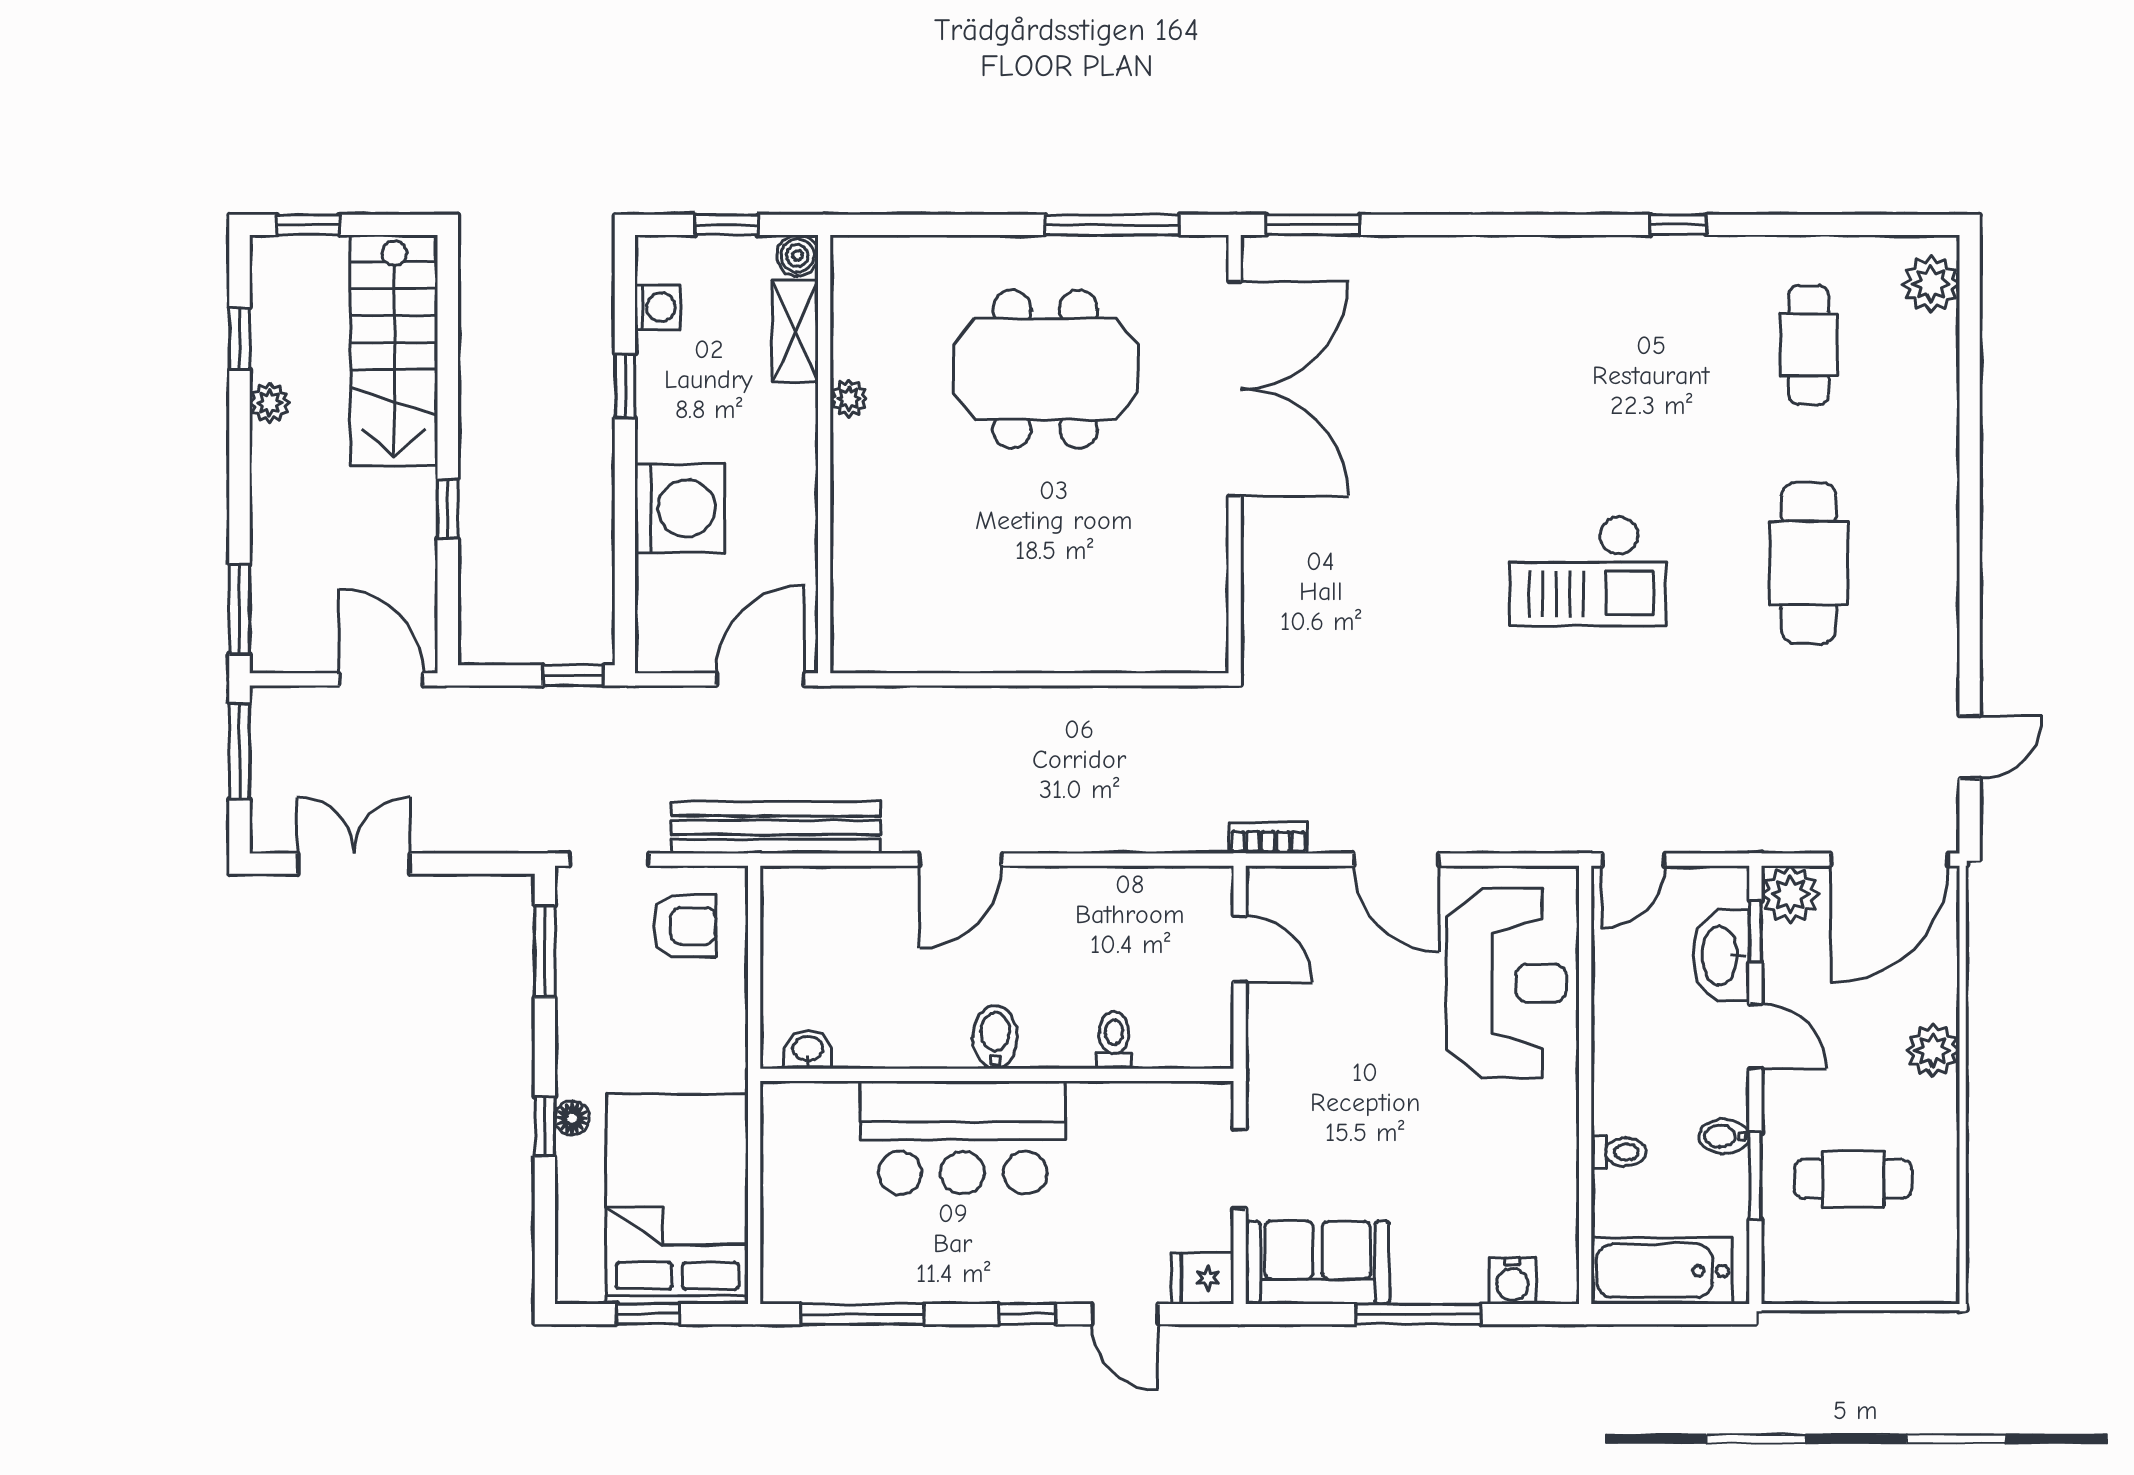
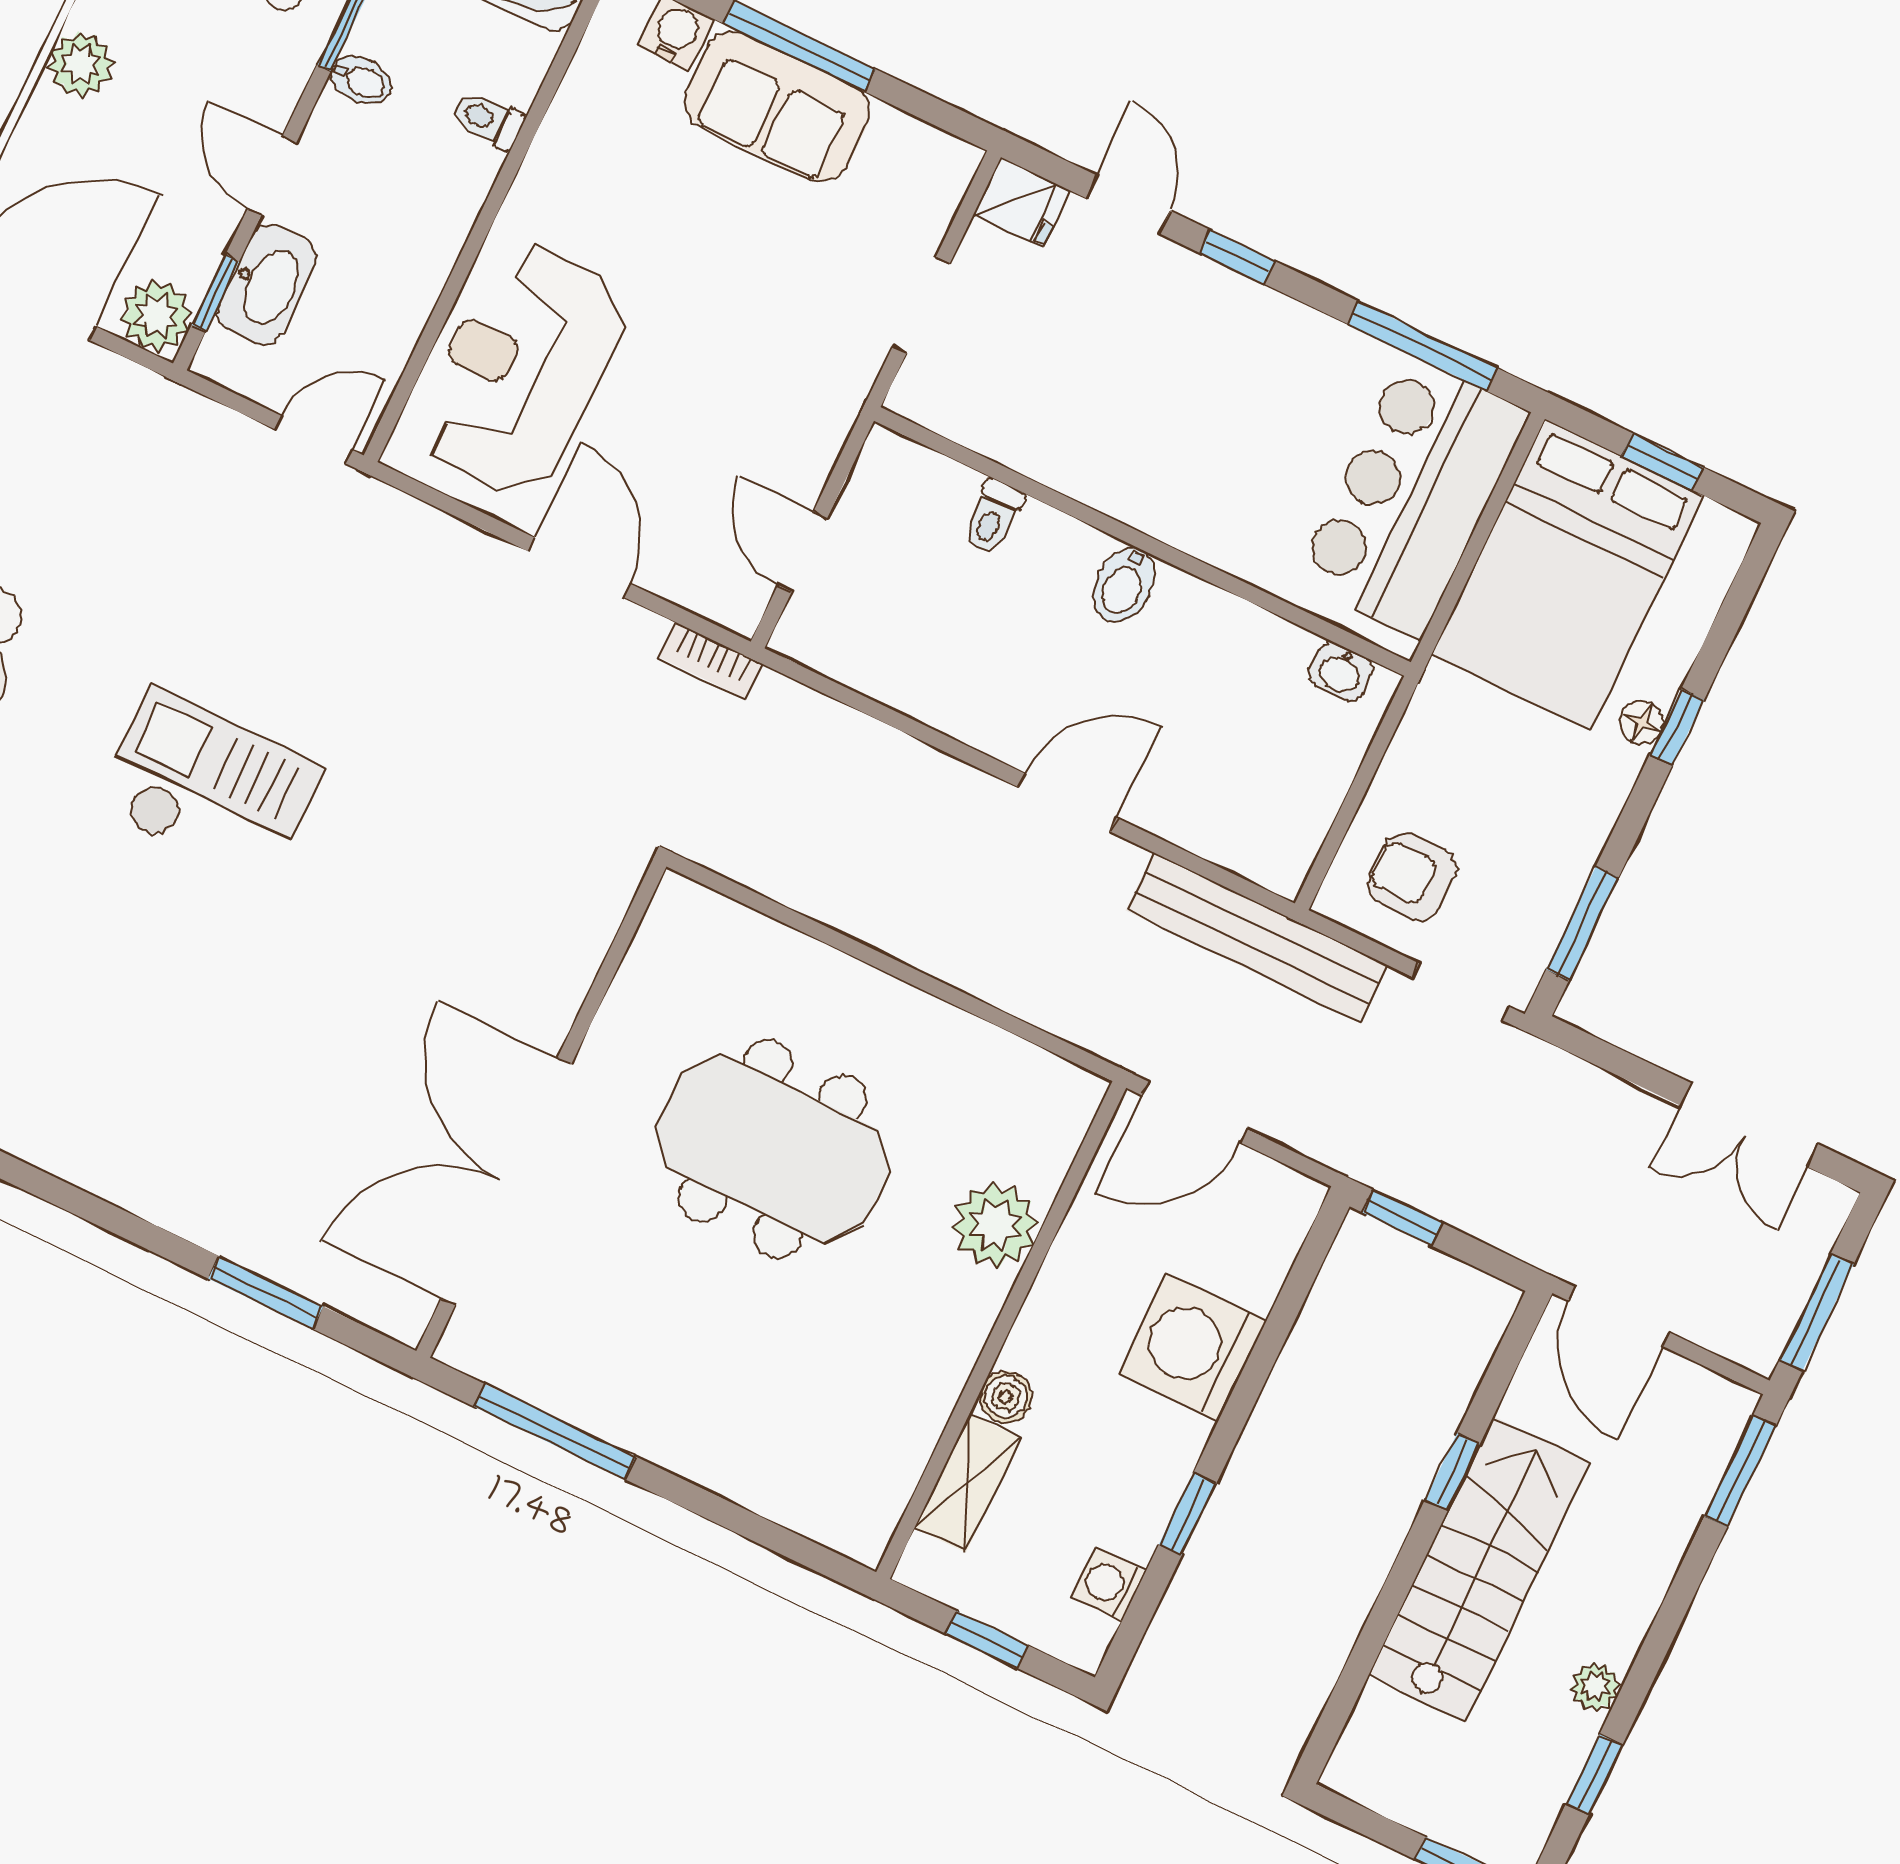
window: (1313, 225) -> (266, 1292), moved
boiler: (797, 256) -> (1006, 1397), moved
stairs: (394, 350) -> (1480, 1569), moved
meeting table: (1045, 369) -> (773, 1149), moved
plant: (849, 399) -> (995, 1225), moved, width x1.88, depth x1.88
bar counter: (963, 1138) -> (1412, 496), moved, turned -90
sofa: (1318, 1263) -> (777, 107), moved

